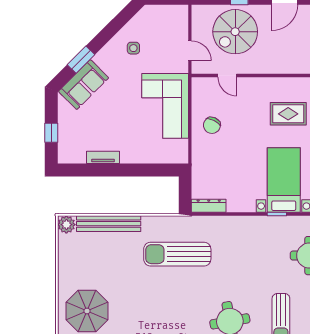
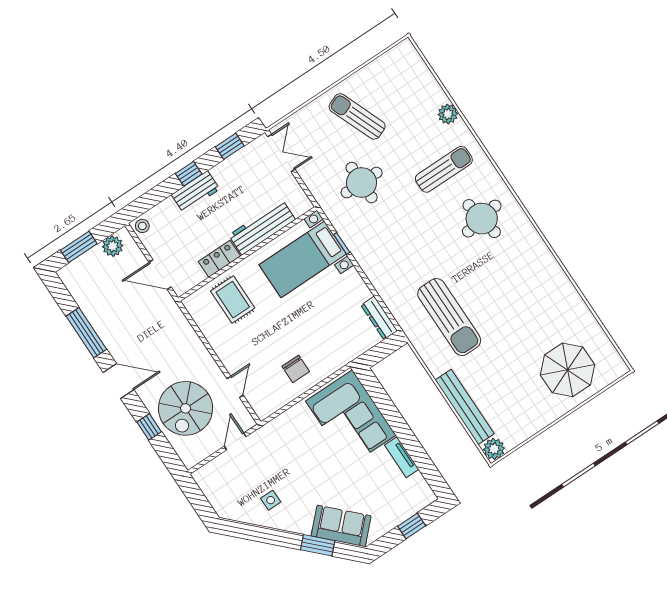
spiral stairs: (235, 32) -> (186, 408), turned 90
corner sofa: (165, 106) -> (351, 418), moved, turned 90
chair: (212, 125) -> (296, 369), turned 64

